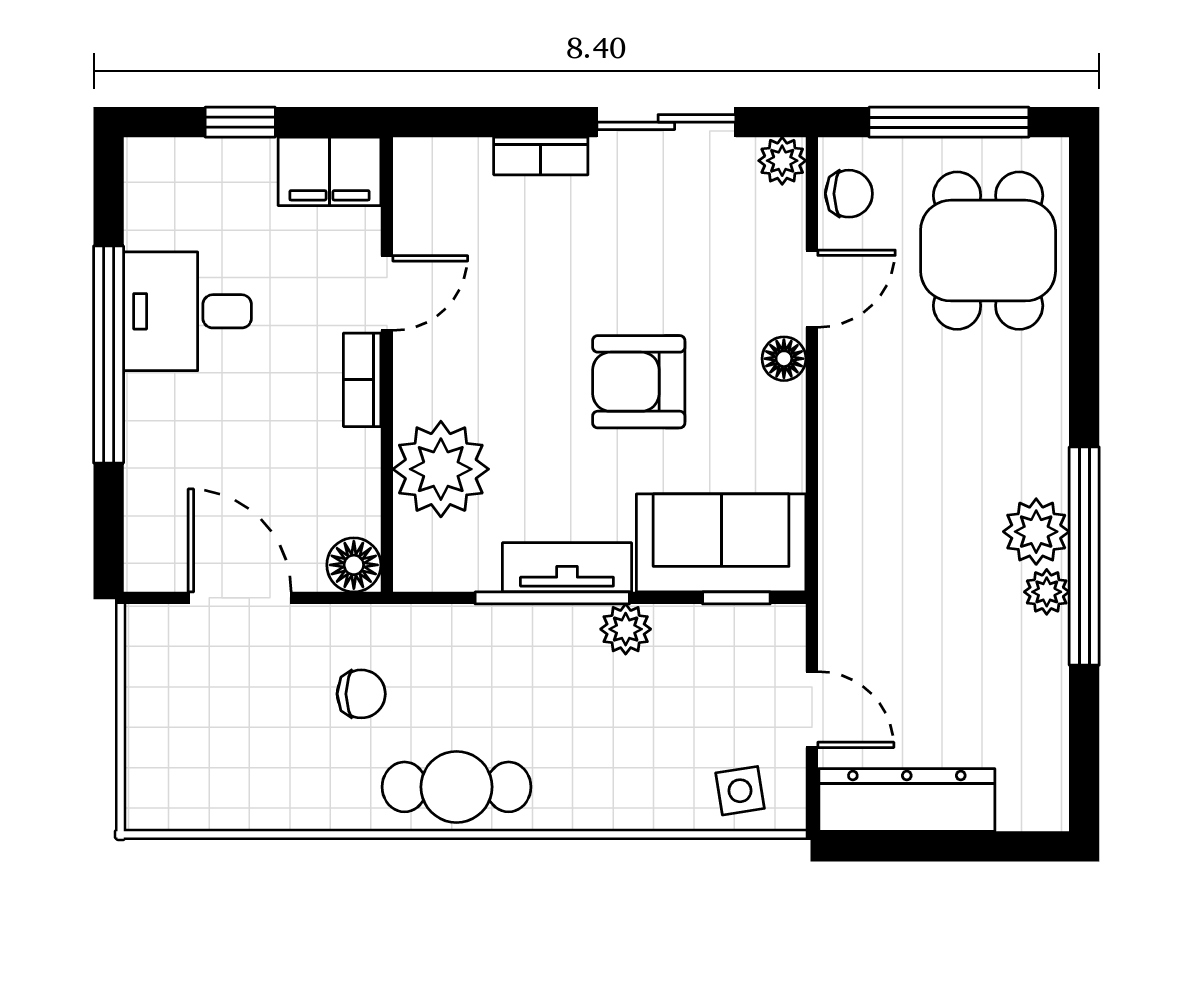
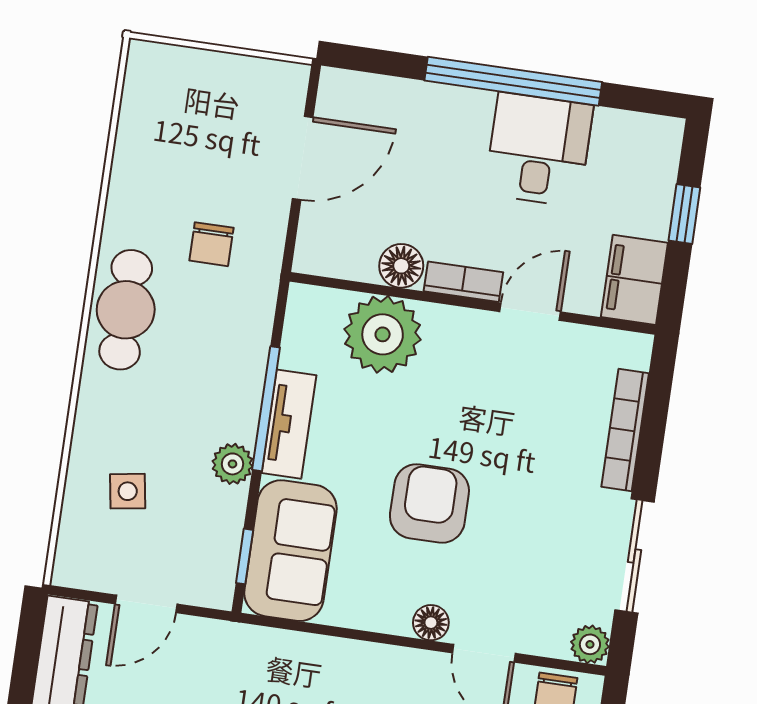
bookcase: (541, 156) -> (625, 430), width x1.56
door: (387, 293) -> (530, 312), swing flipped
floor lamp: (354, 565) -> (401, 266), moved
side table: (740, 791) -> (128, 491), moved

